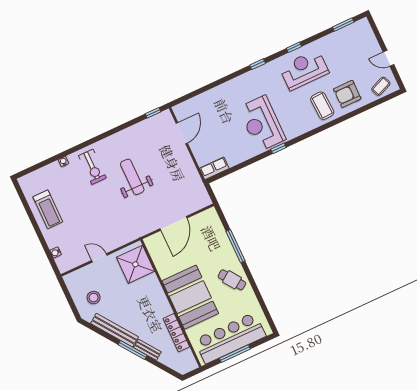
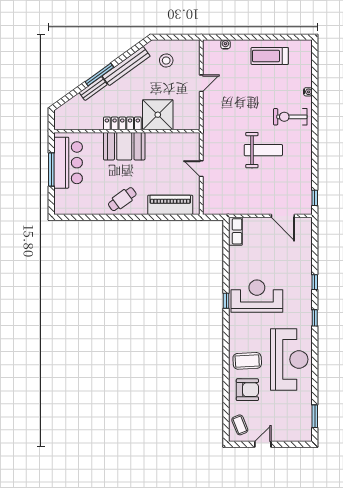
window: (294, 47) -> (315, 282), moved
reception desk: (304, 70) -> (289, 359), width x1.36, depth x1.30
armchair: (347, 94) -> (247, 390), turned 90
door: (173, 223) -> (201, 169), width x0.53
piano: (218, 236) -> (170, 205), added
window: (235, 246) -> (152, 217), removed
shower: (135, 264) -> (158, 115), moved
booth: (190, 297) -> (124, 146), width x0.73, depth x0.70
locker: (176, 333) -> (122, 123), moved
bar counter: (230, 338) -> (68, 163), width x0.73

